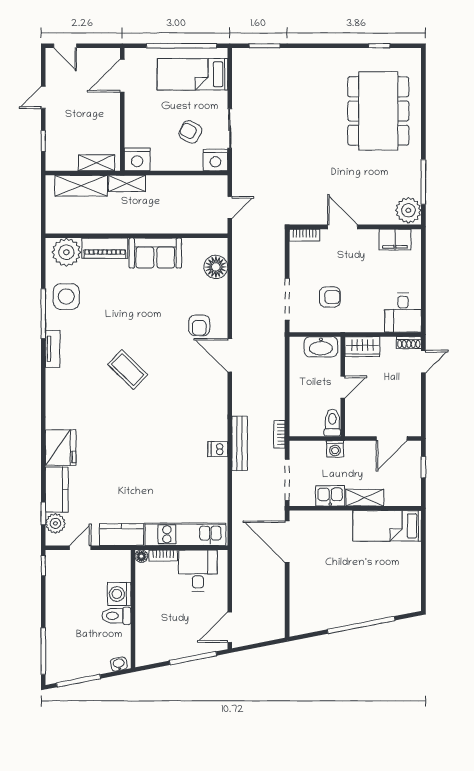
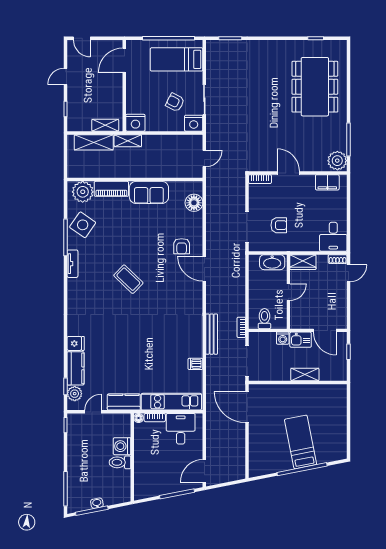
side table: (66, 297) -> (83, 225), turned 35
toilet: (332, 423) -> (264, 319), moved
door: (392, 438) -> (325, 330), hinge flipped
fridge: (61, 448) -> (76, 343), width x0.53, depth x0.75
dishwasher: (218, 449) -> (195, 364), moved
kitchen sink: (330, 496) -> (301, 340), moved, turned 180
bed: (387, 526) -> (301, 442), moved, turned 79
washbasin: (119, 664) -> (97, 503), moved

